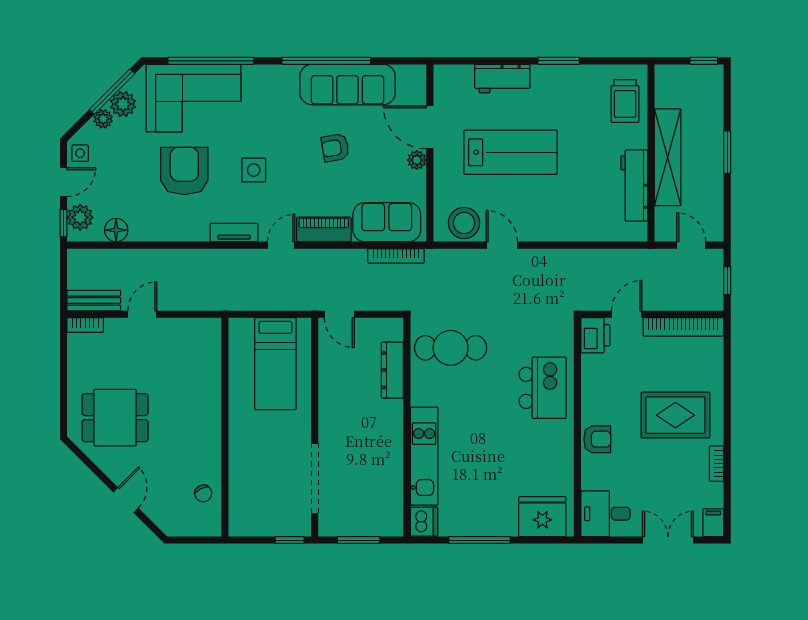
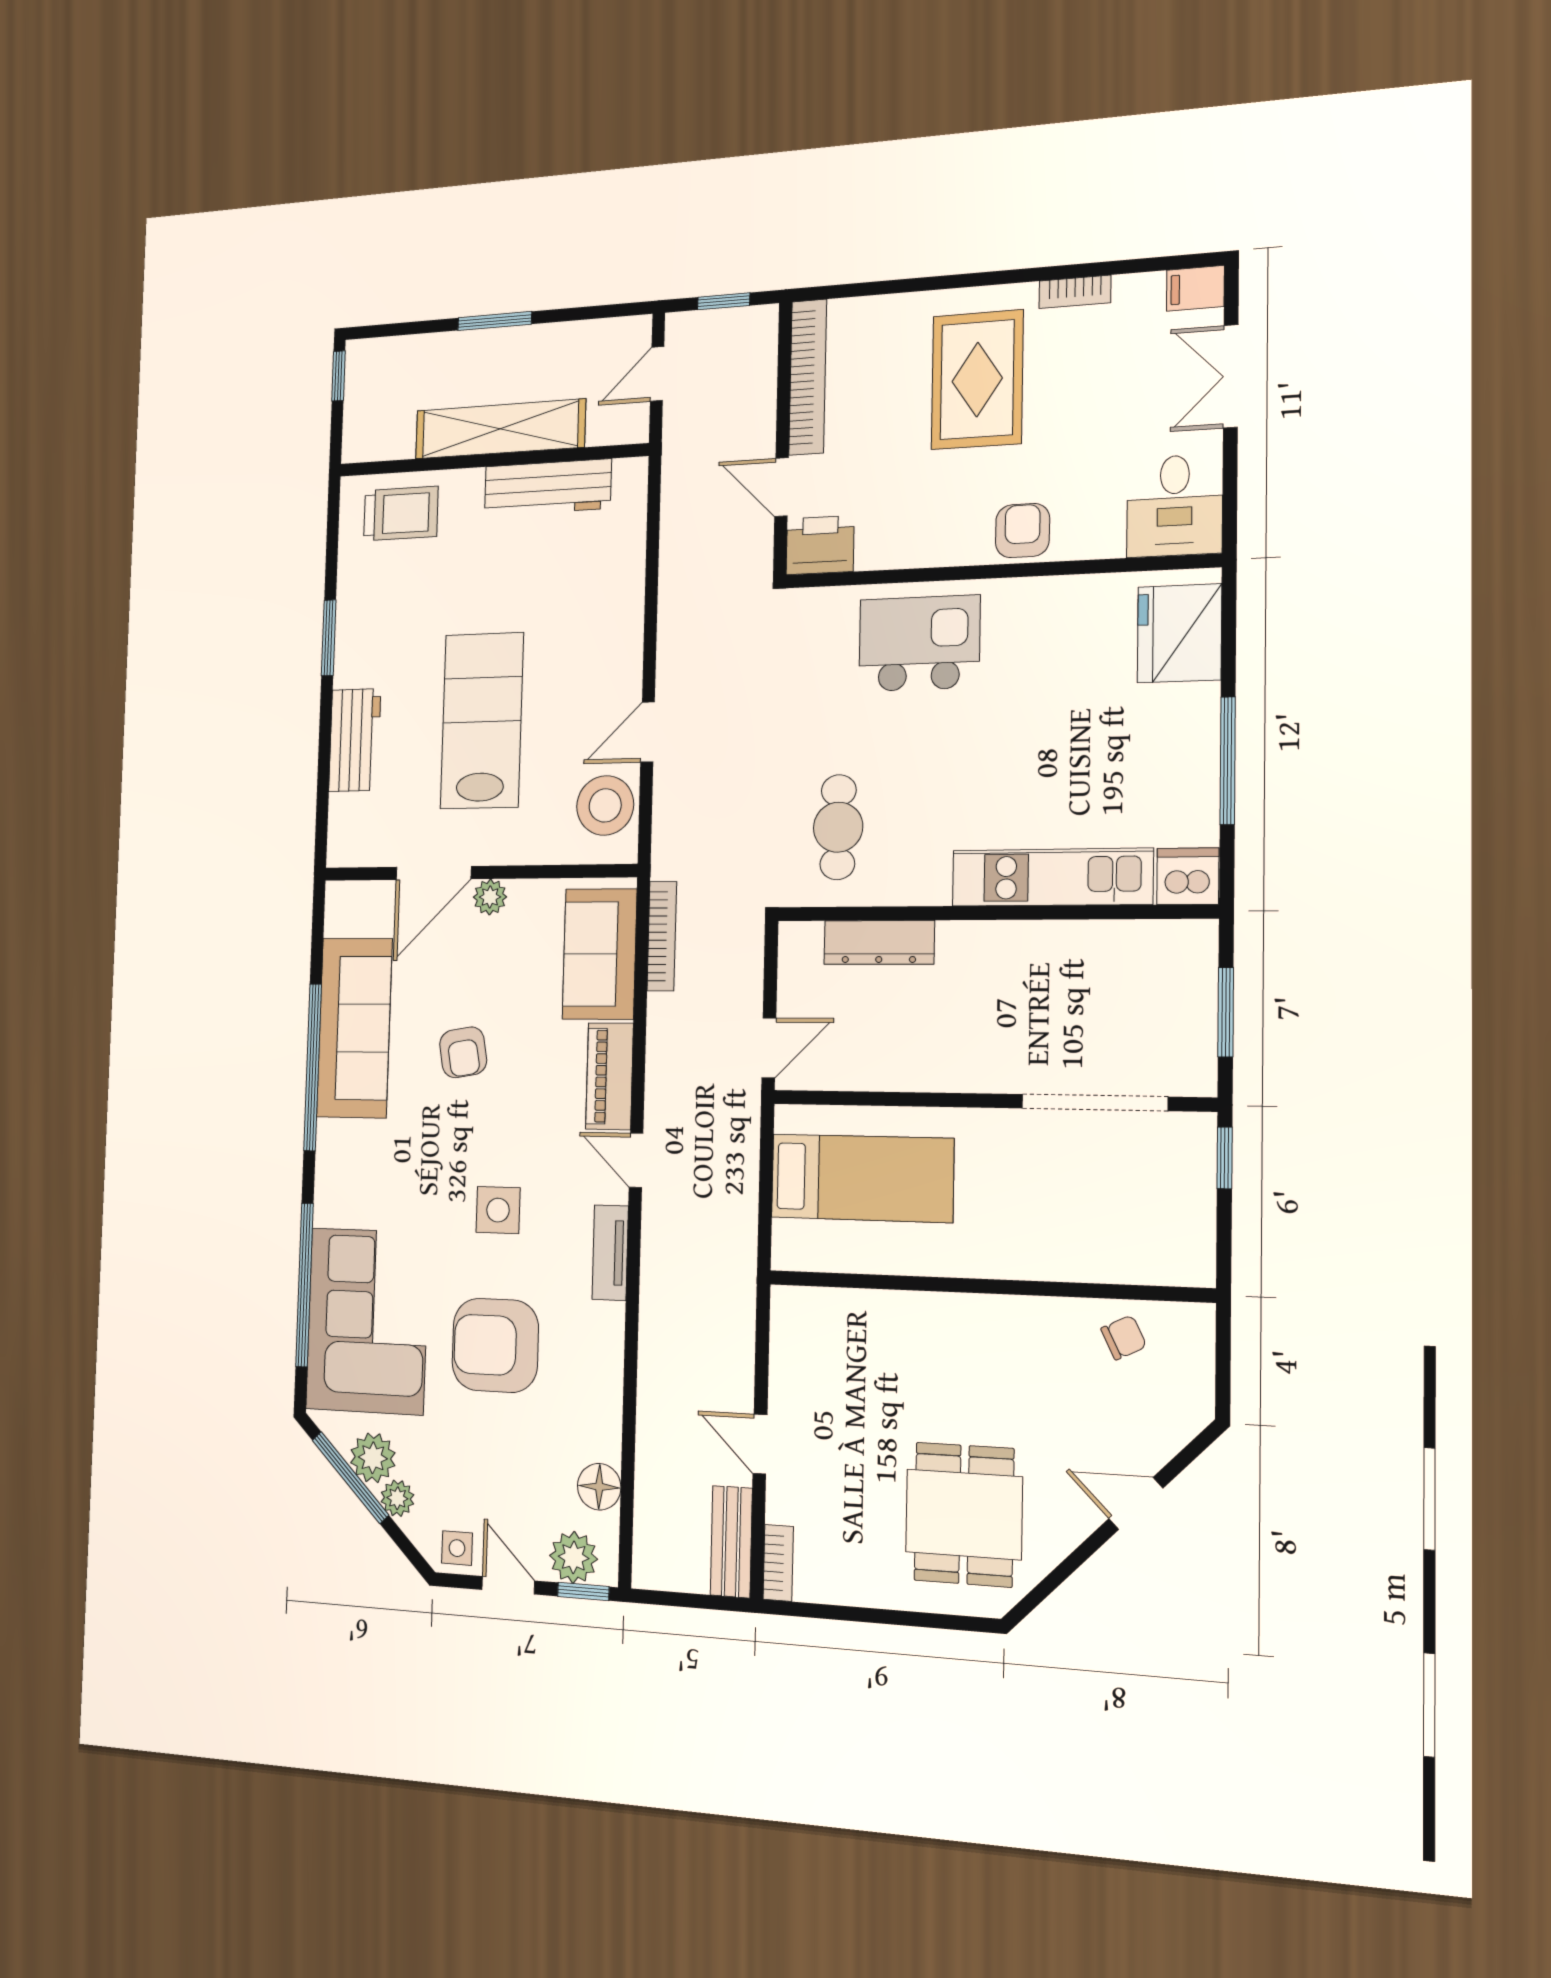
cafe table: (451, 348) -> (838, 827), width x0.73, depth x0.74

